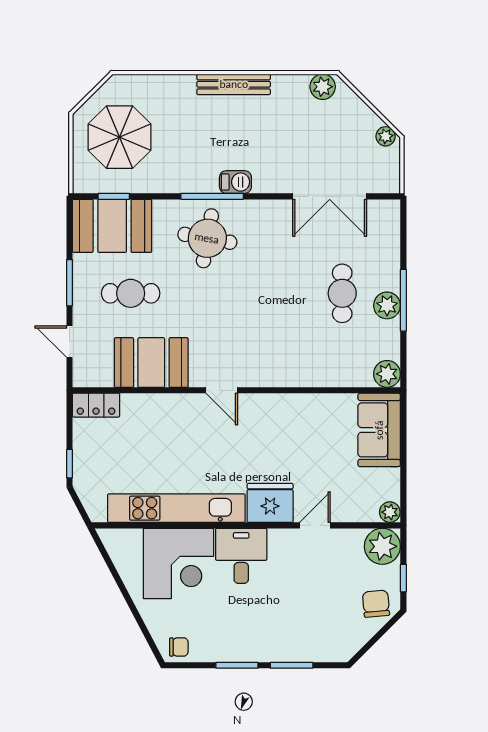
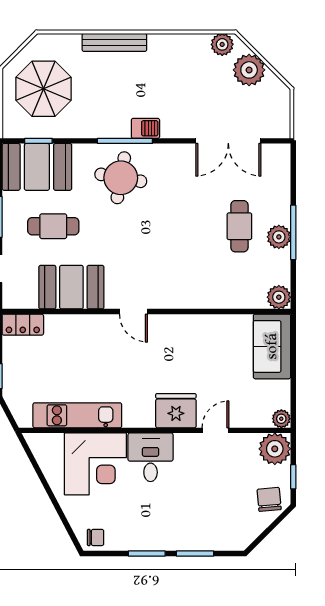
bench: (234, 84) -> (114, 42), moved
plant: (386, 136) -> (249, 70), moved, width x1.88, depth x1.88
kitchen unit: (176, 508) -> (77, 415), width x0.73

